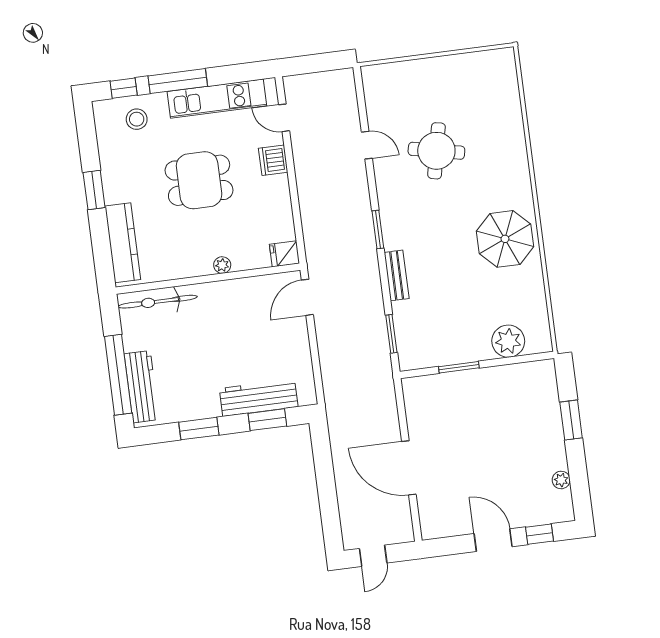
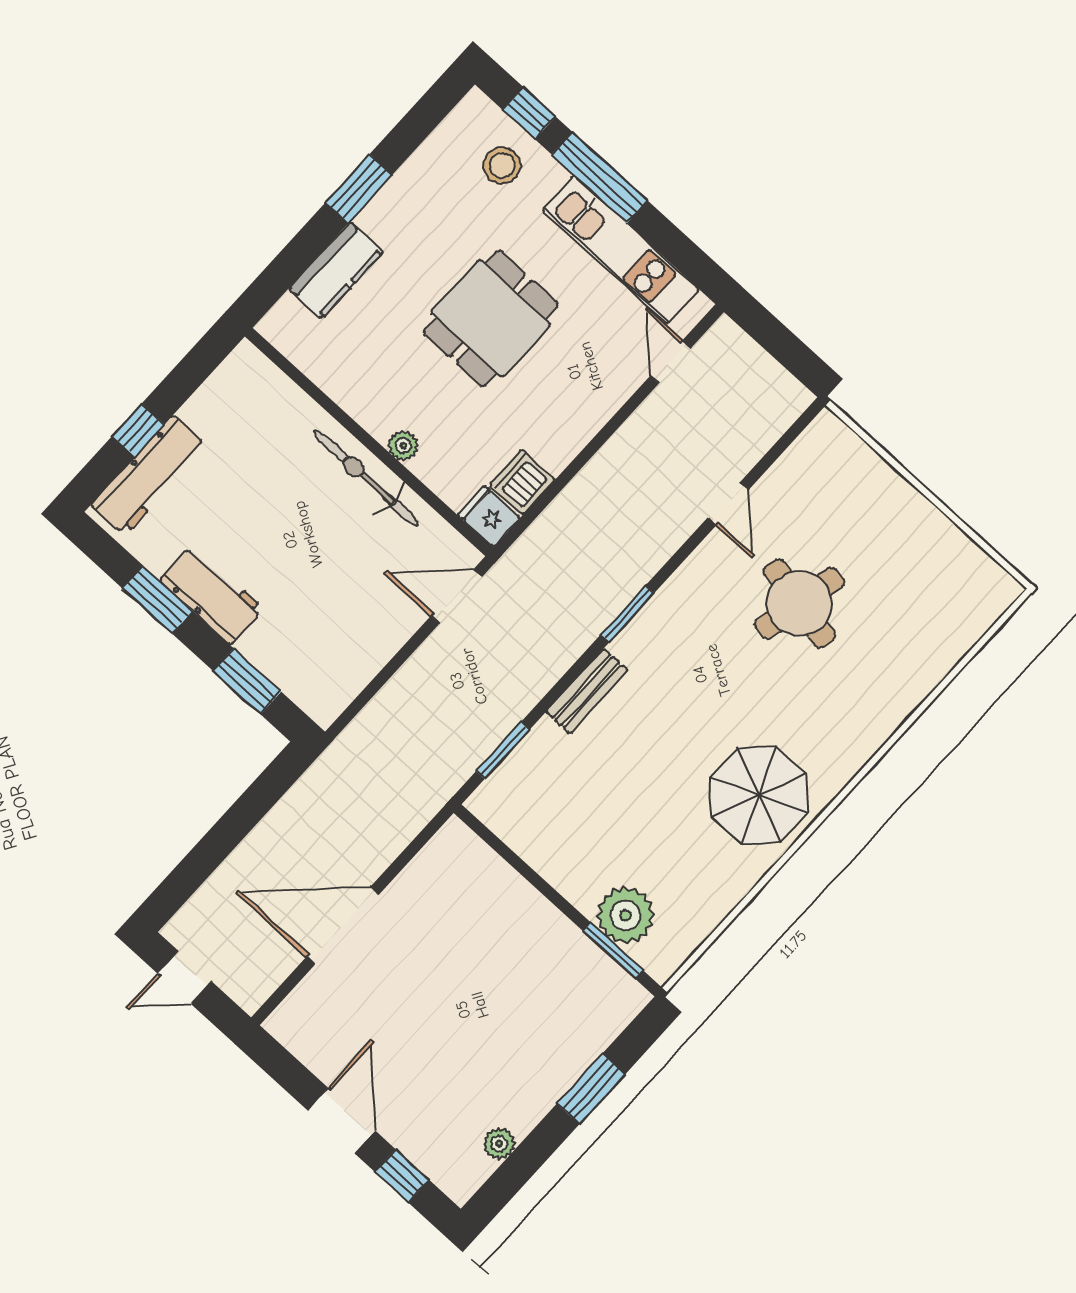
dishwasher: (273, 160) -> (522, 482), moved
dining table: (199, 180) -> (491, 318), turned 90
kitchen counter: (123, 243) -> (336, 270), width x0.67
bicycle: (158, 302) -> (366, 478), moved
window: (459, 367) -> (613, 951), moved
window: (118, 375) -> (138, 430), width x0.32
workbench: (259, 398) -> (212, 594), moved, width x0.73
door: (409, 468) -> (343, 926), hinge flipped

